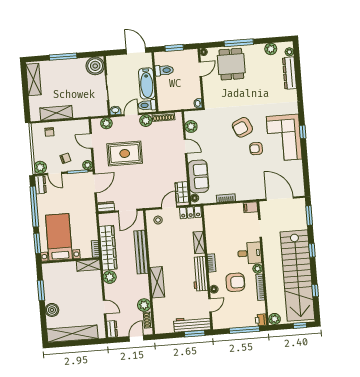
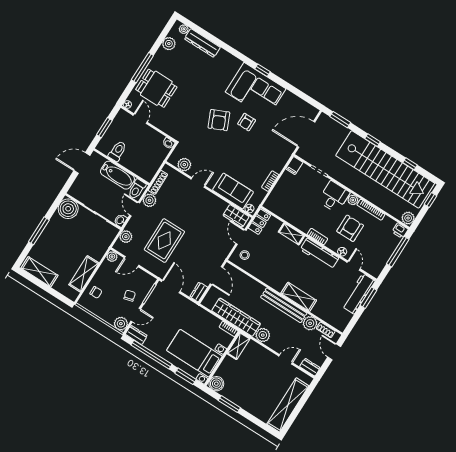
plant: (88, 165) -> (112, 257), moved
bench: (141, 252) -> (284, 305), moved
boiler: (52, 310) -> (216, 384), moved

